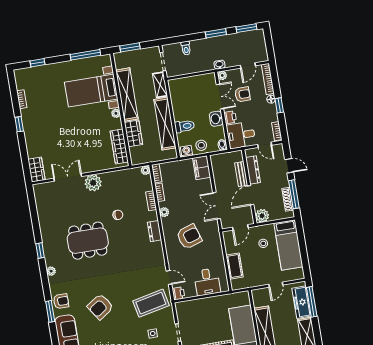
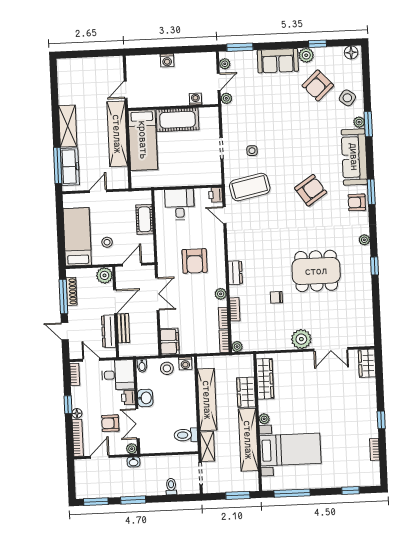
toilet: (185, 126) -> (186, 435), moved
armchair: (189, 237) -> (195, 261), turned -72

